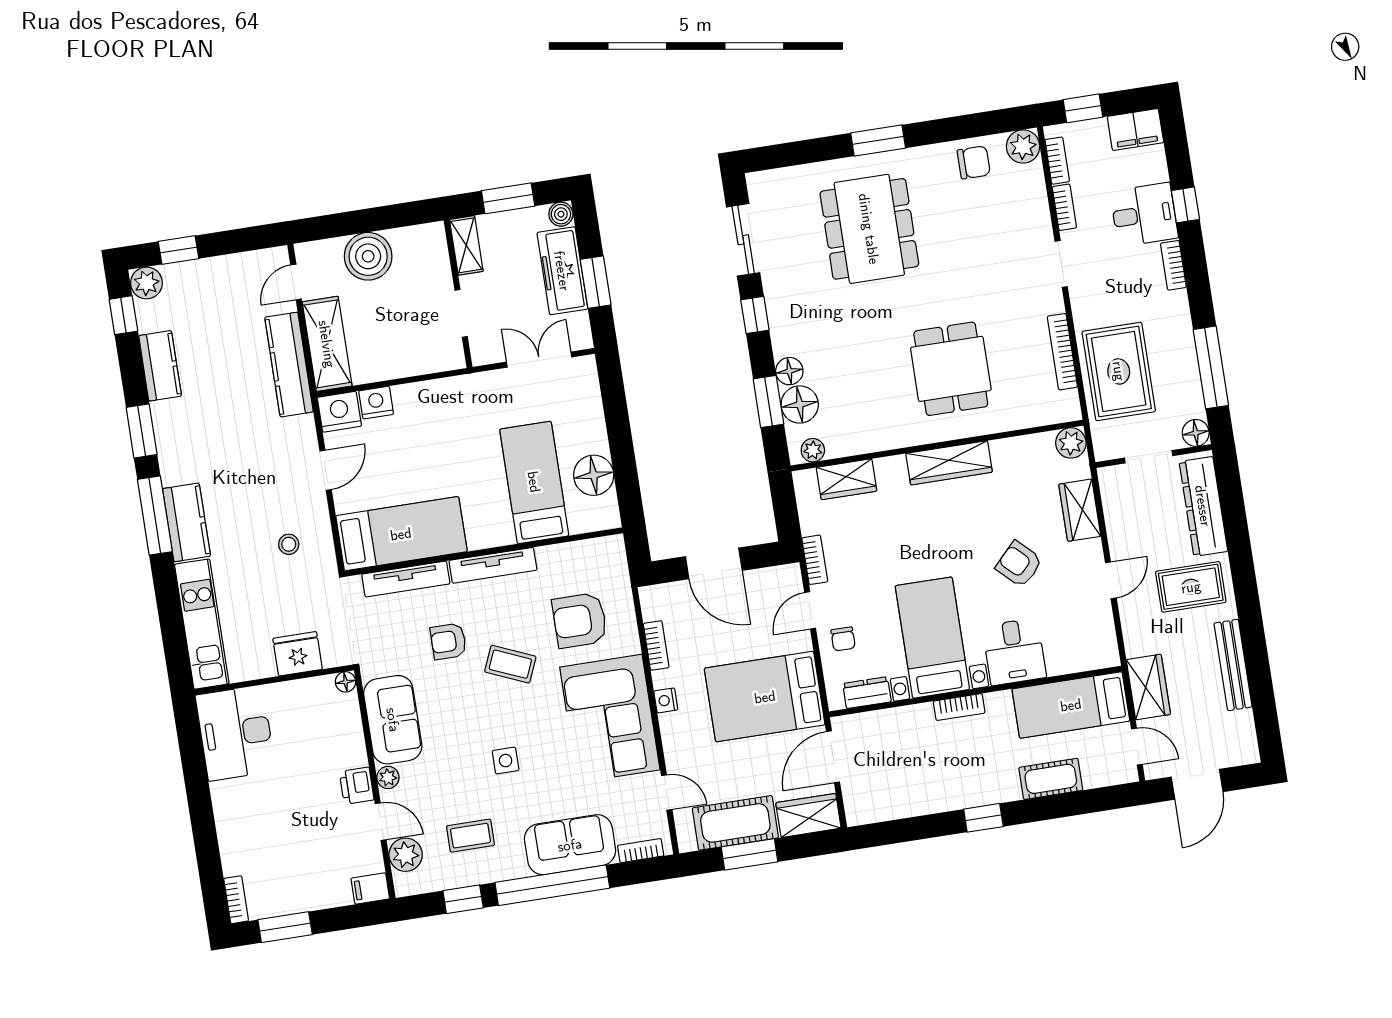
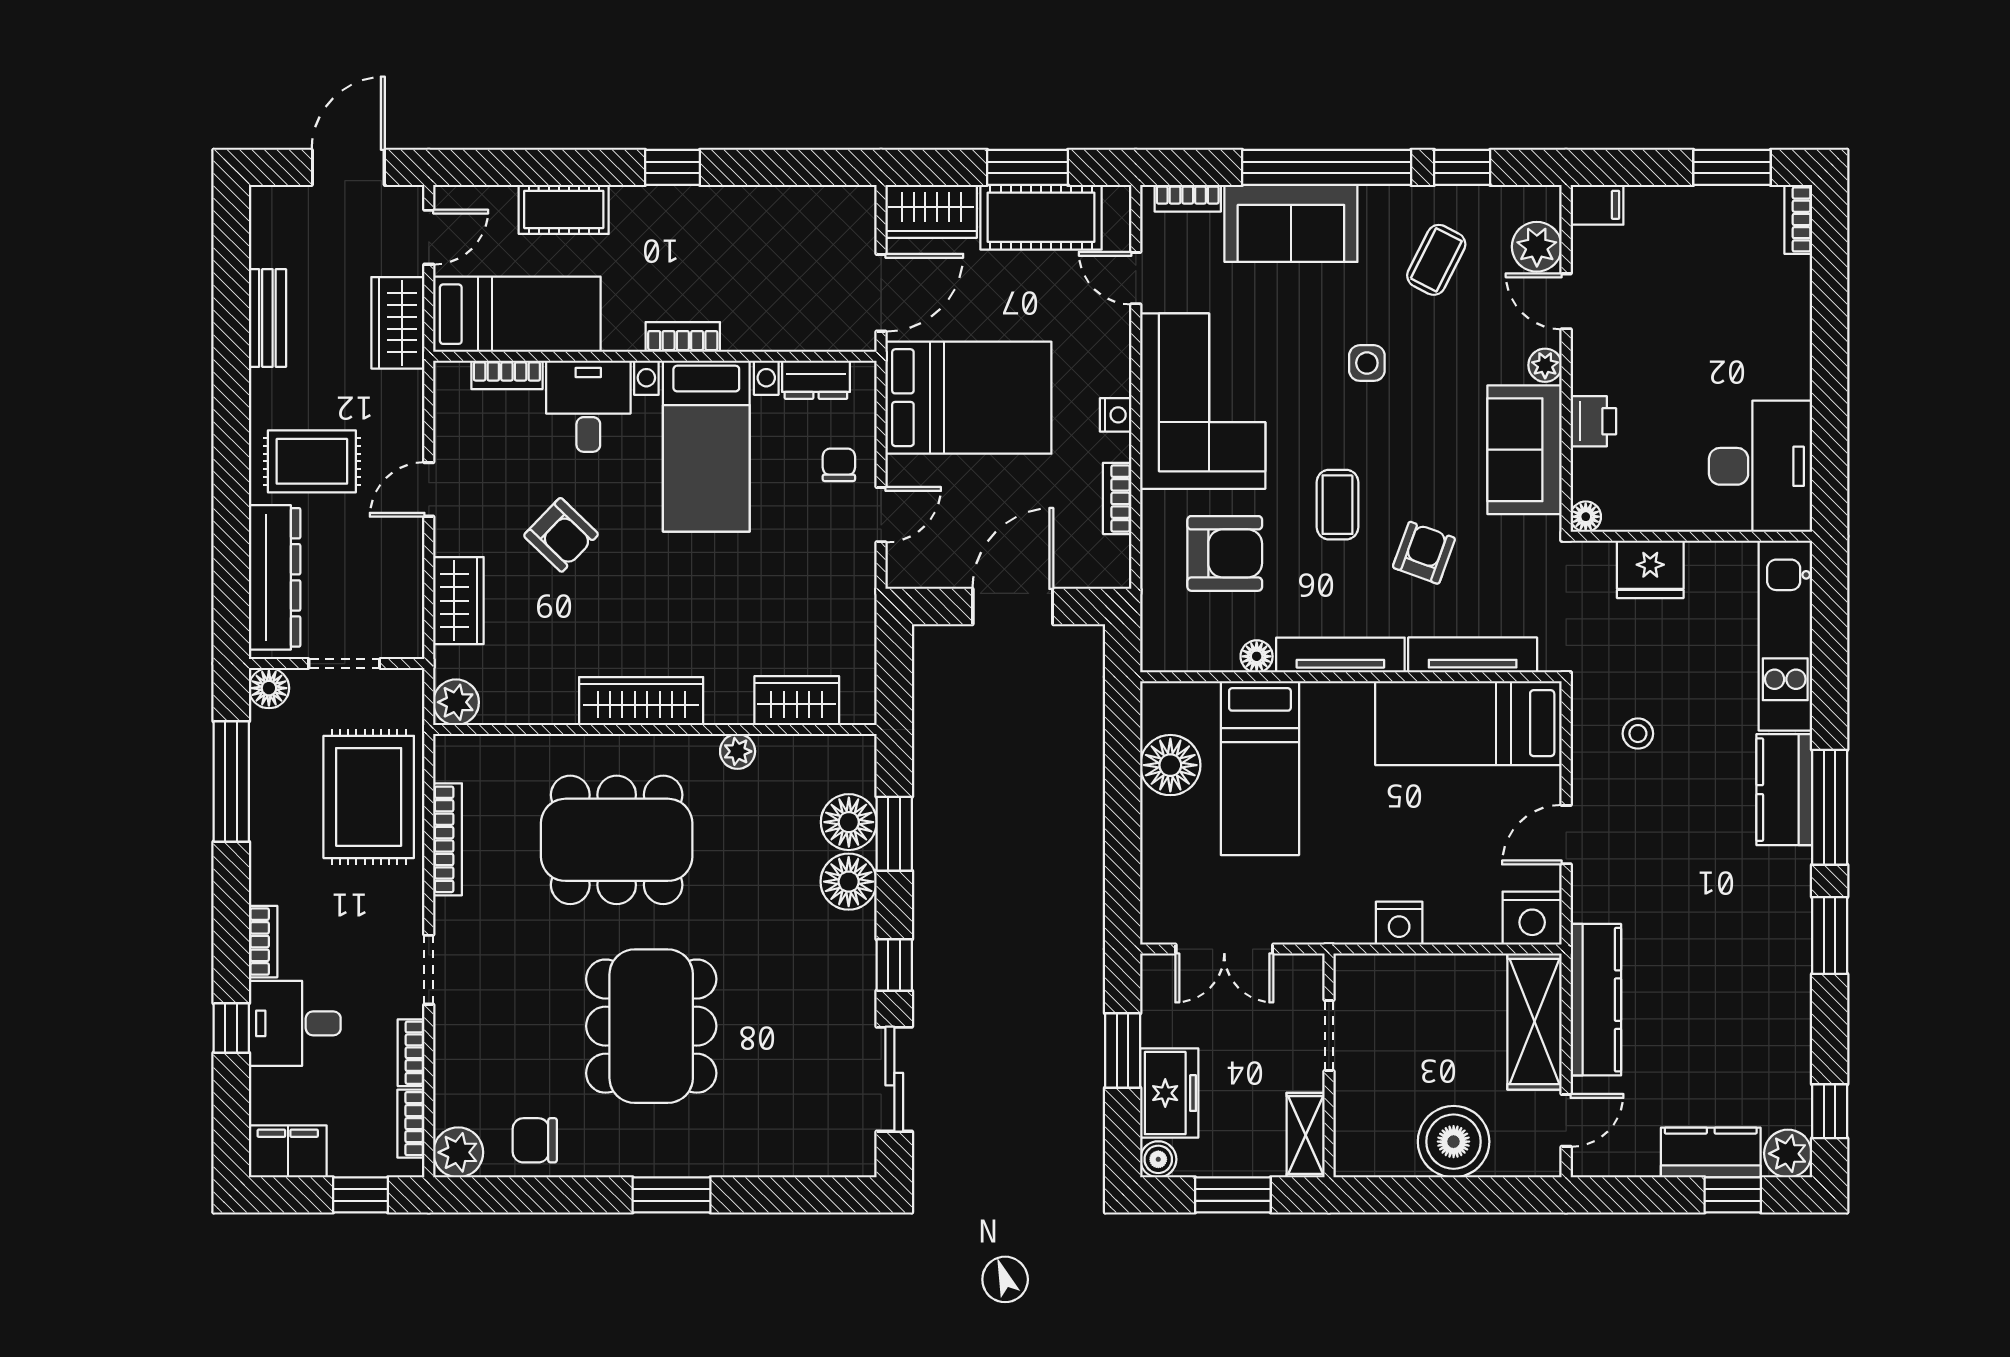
dining table: (869, 229) -> (651, 1026), moved
freezer: (562, 271) -> (1169, 1093), width x0.71
kitchen counter: (160, 366) -> (1711, 1152), moved, turned 90
dining table: (951, 369) -> (617, 840), width x1.38
floor lamp: (789, 371) -> (849, 882), width x1.38, depth x1.38
nightstand: (376, 403) -> (1399, 923), moved
plant: (813, 450) -> (738, 751), moved
floor lamp: (548, 556) -> (1257, 656), added
bookcase: (815, 560) -> (507, 375), moved, turned -90
door: (714, 563) -> (1013, 607), hinge flipped
armchair: (448, 641) -> (1424, 553), turned -70
coffee table: (510, 664) -> (1338, 505), turned 67
bench: (1233, 665) -> (267, 318), width x0.73
door: (1137, 747) -> (429, 237), swing flipped
printer: (357, 786) -> (1593, 421), moved
coffee table: (471, 836) -> (1436, 260), turned -63

